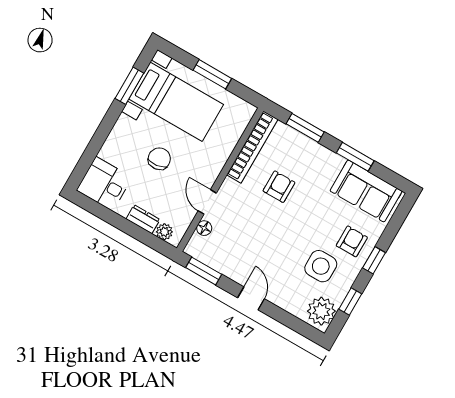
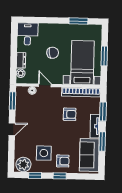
bed with nightstands: (176, 102) -> (82, 63), moved, turned 180
tv unit: (322, 155) -> (95, 126), added
door: (207, 202) -> (45, 85), hinge flipped

